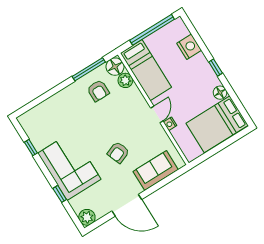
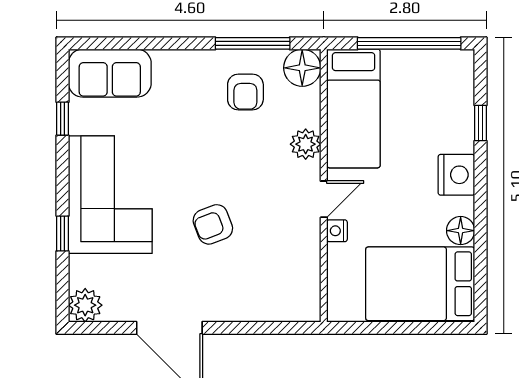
nightstand: (189, 47) -> (456, 175), moved
window: (216, 67) -> (481, 123), moved
plant: (125, 80) -> (306, 144), moved
sofa: (156, 171) -> (110, 73), moved, turned 180

